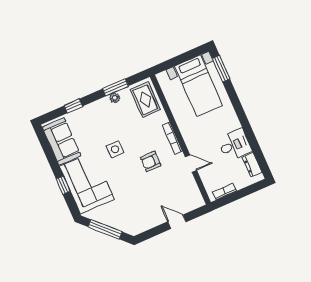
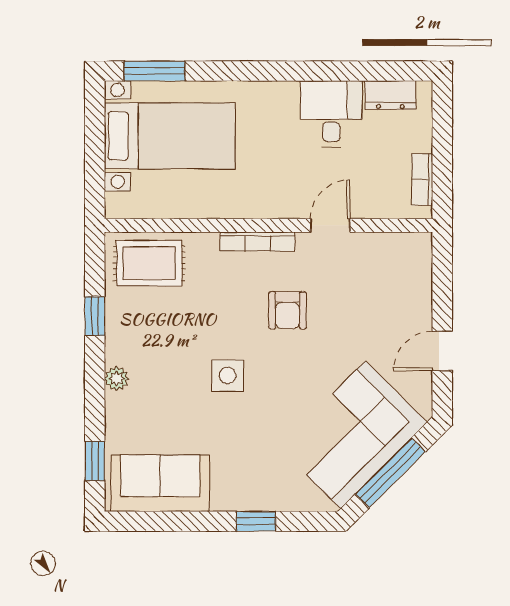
window: (115, 87) -> (95, 316), width x0.67
plant: (115, 98) -> (117, 379), moved
window: (73, 106) -> (95, 461), moved
corner sofa: (87, 183) -> (353, 435), moved, turned -45
door: (177, 222) -> (442, 351), moved

